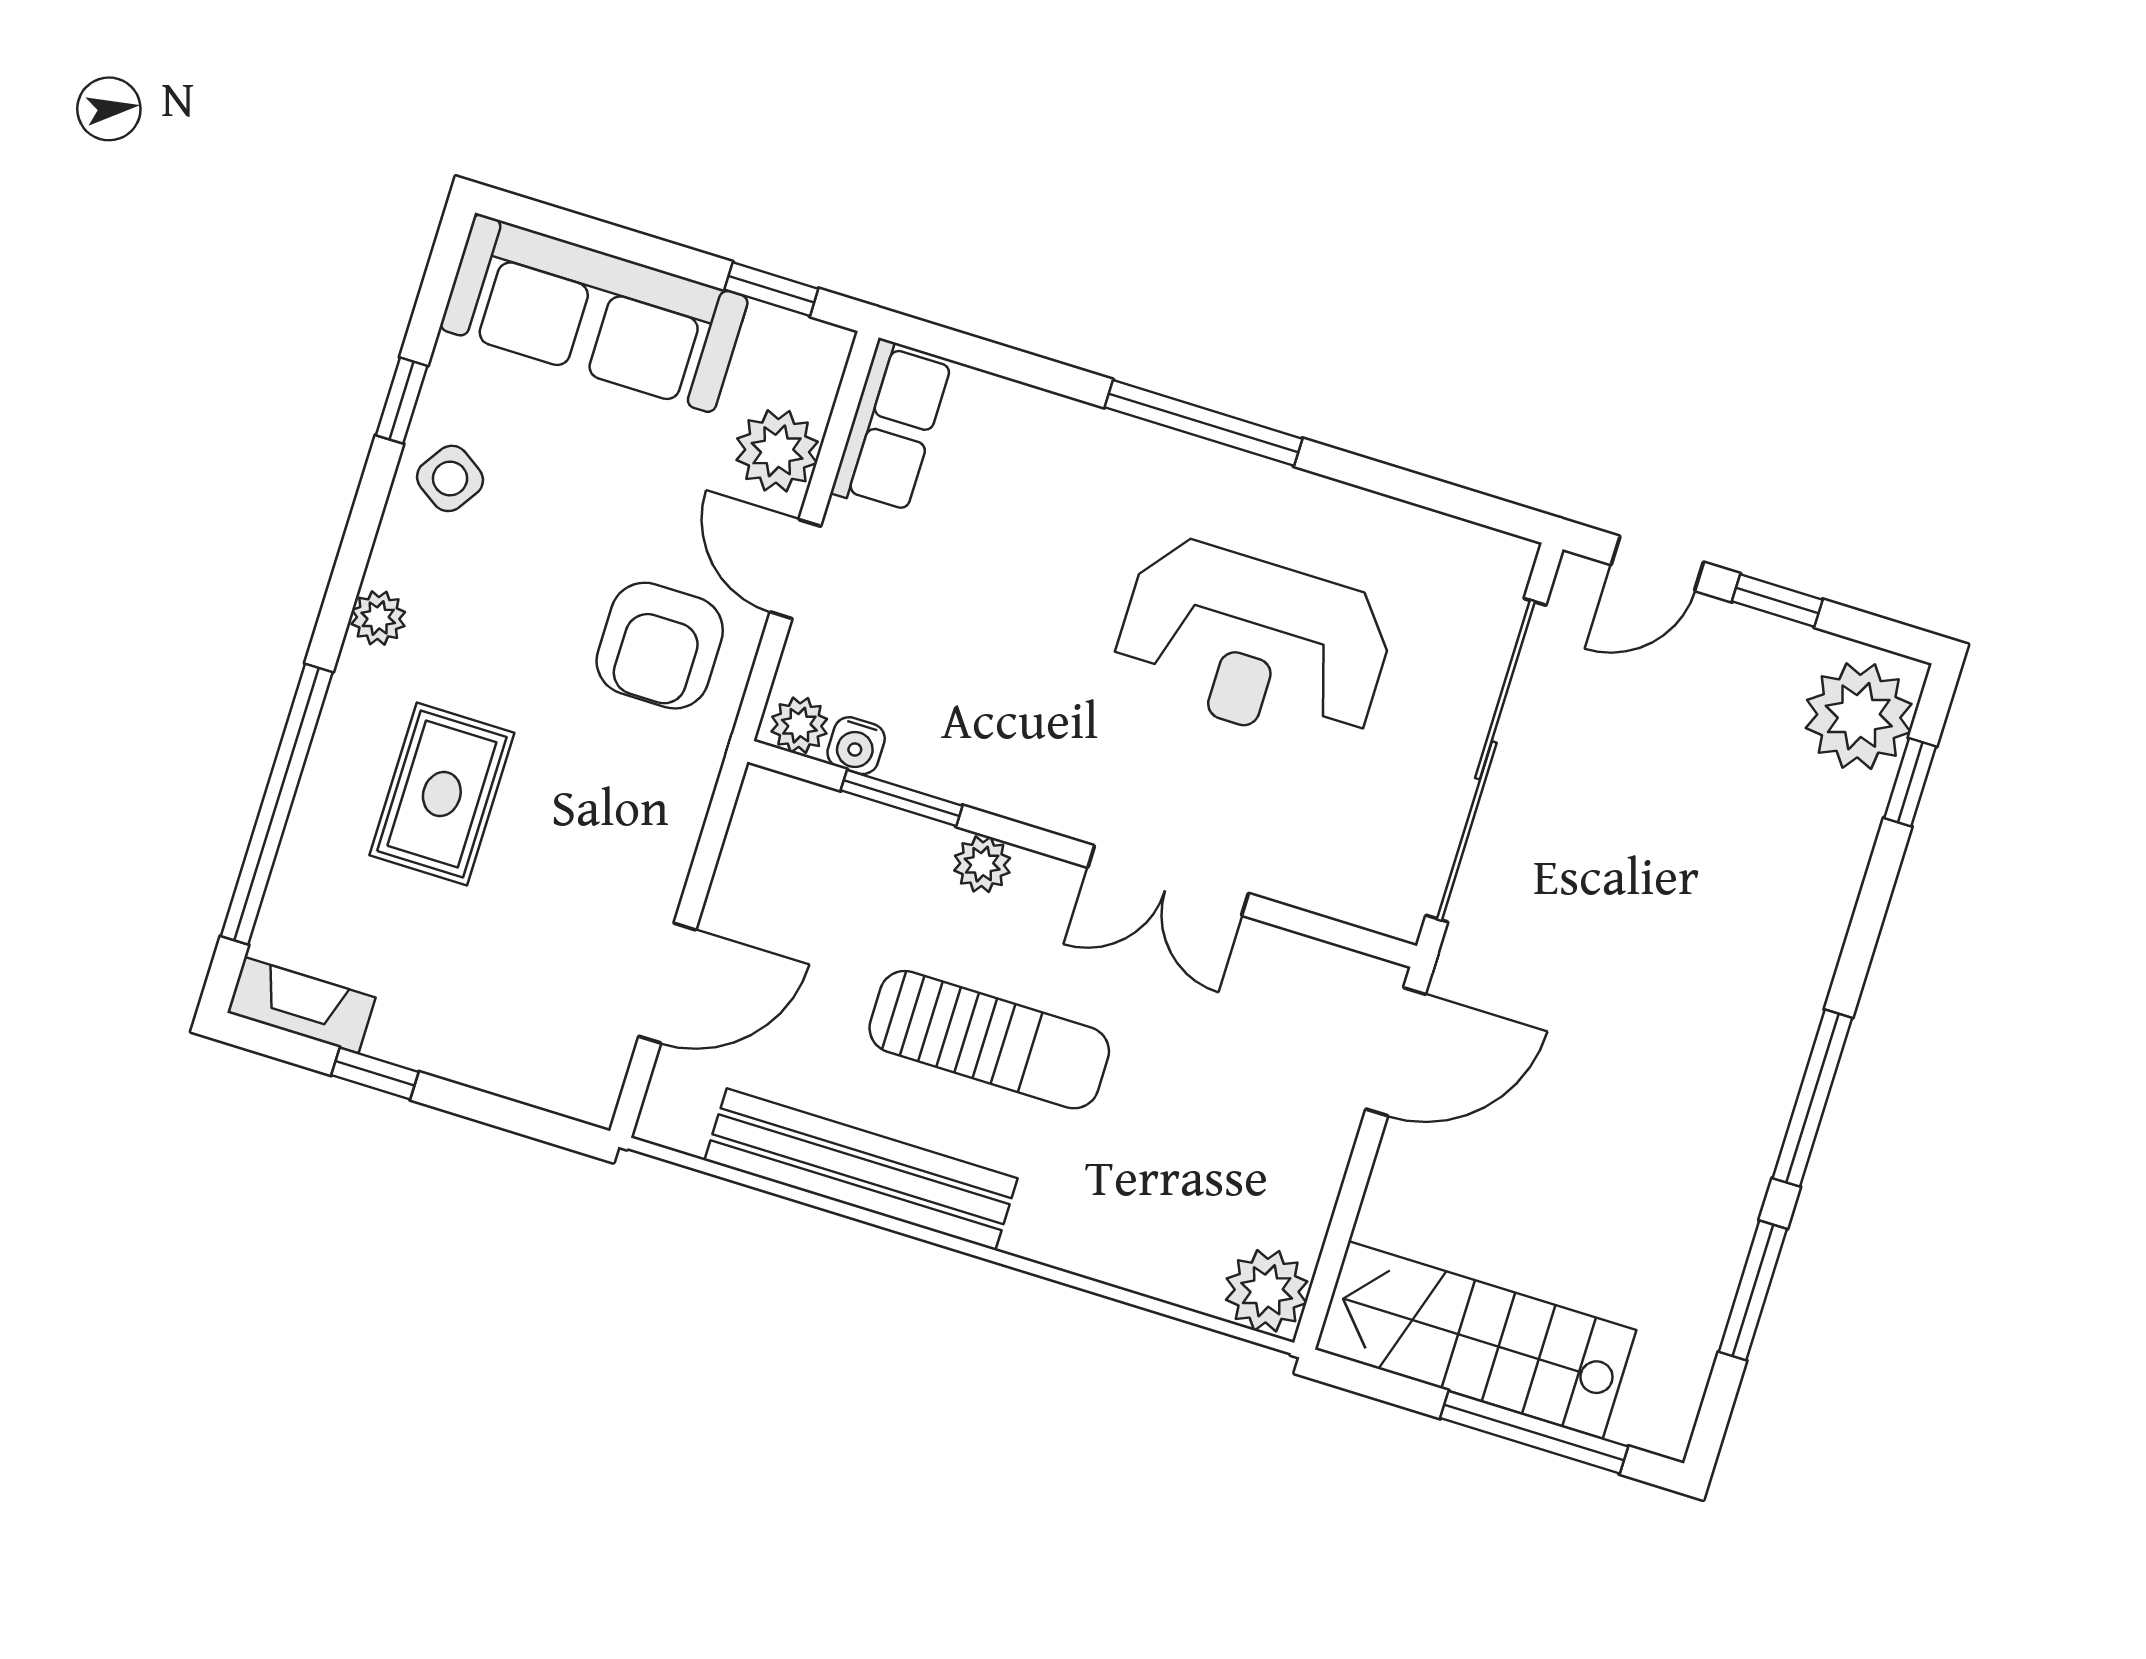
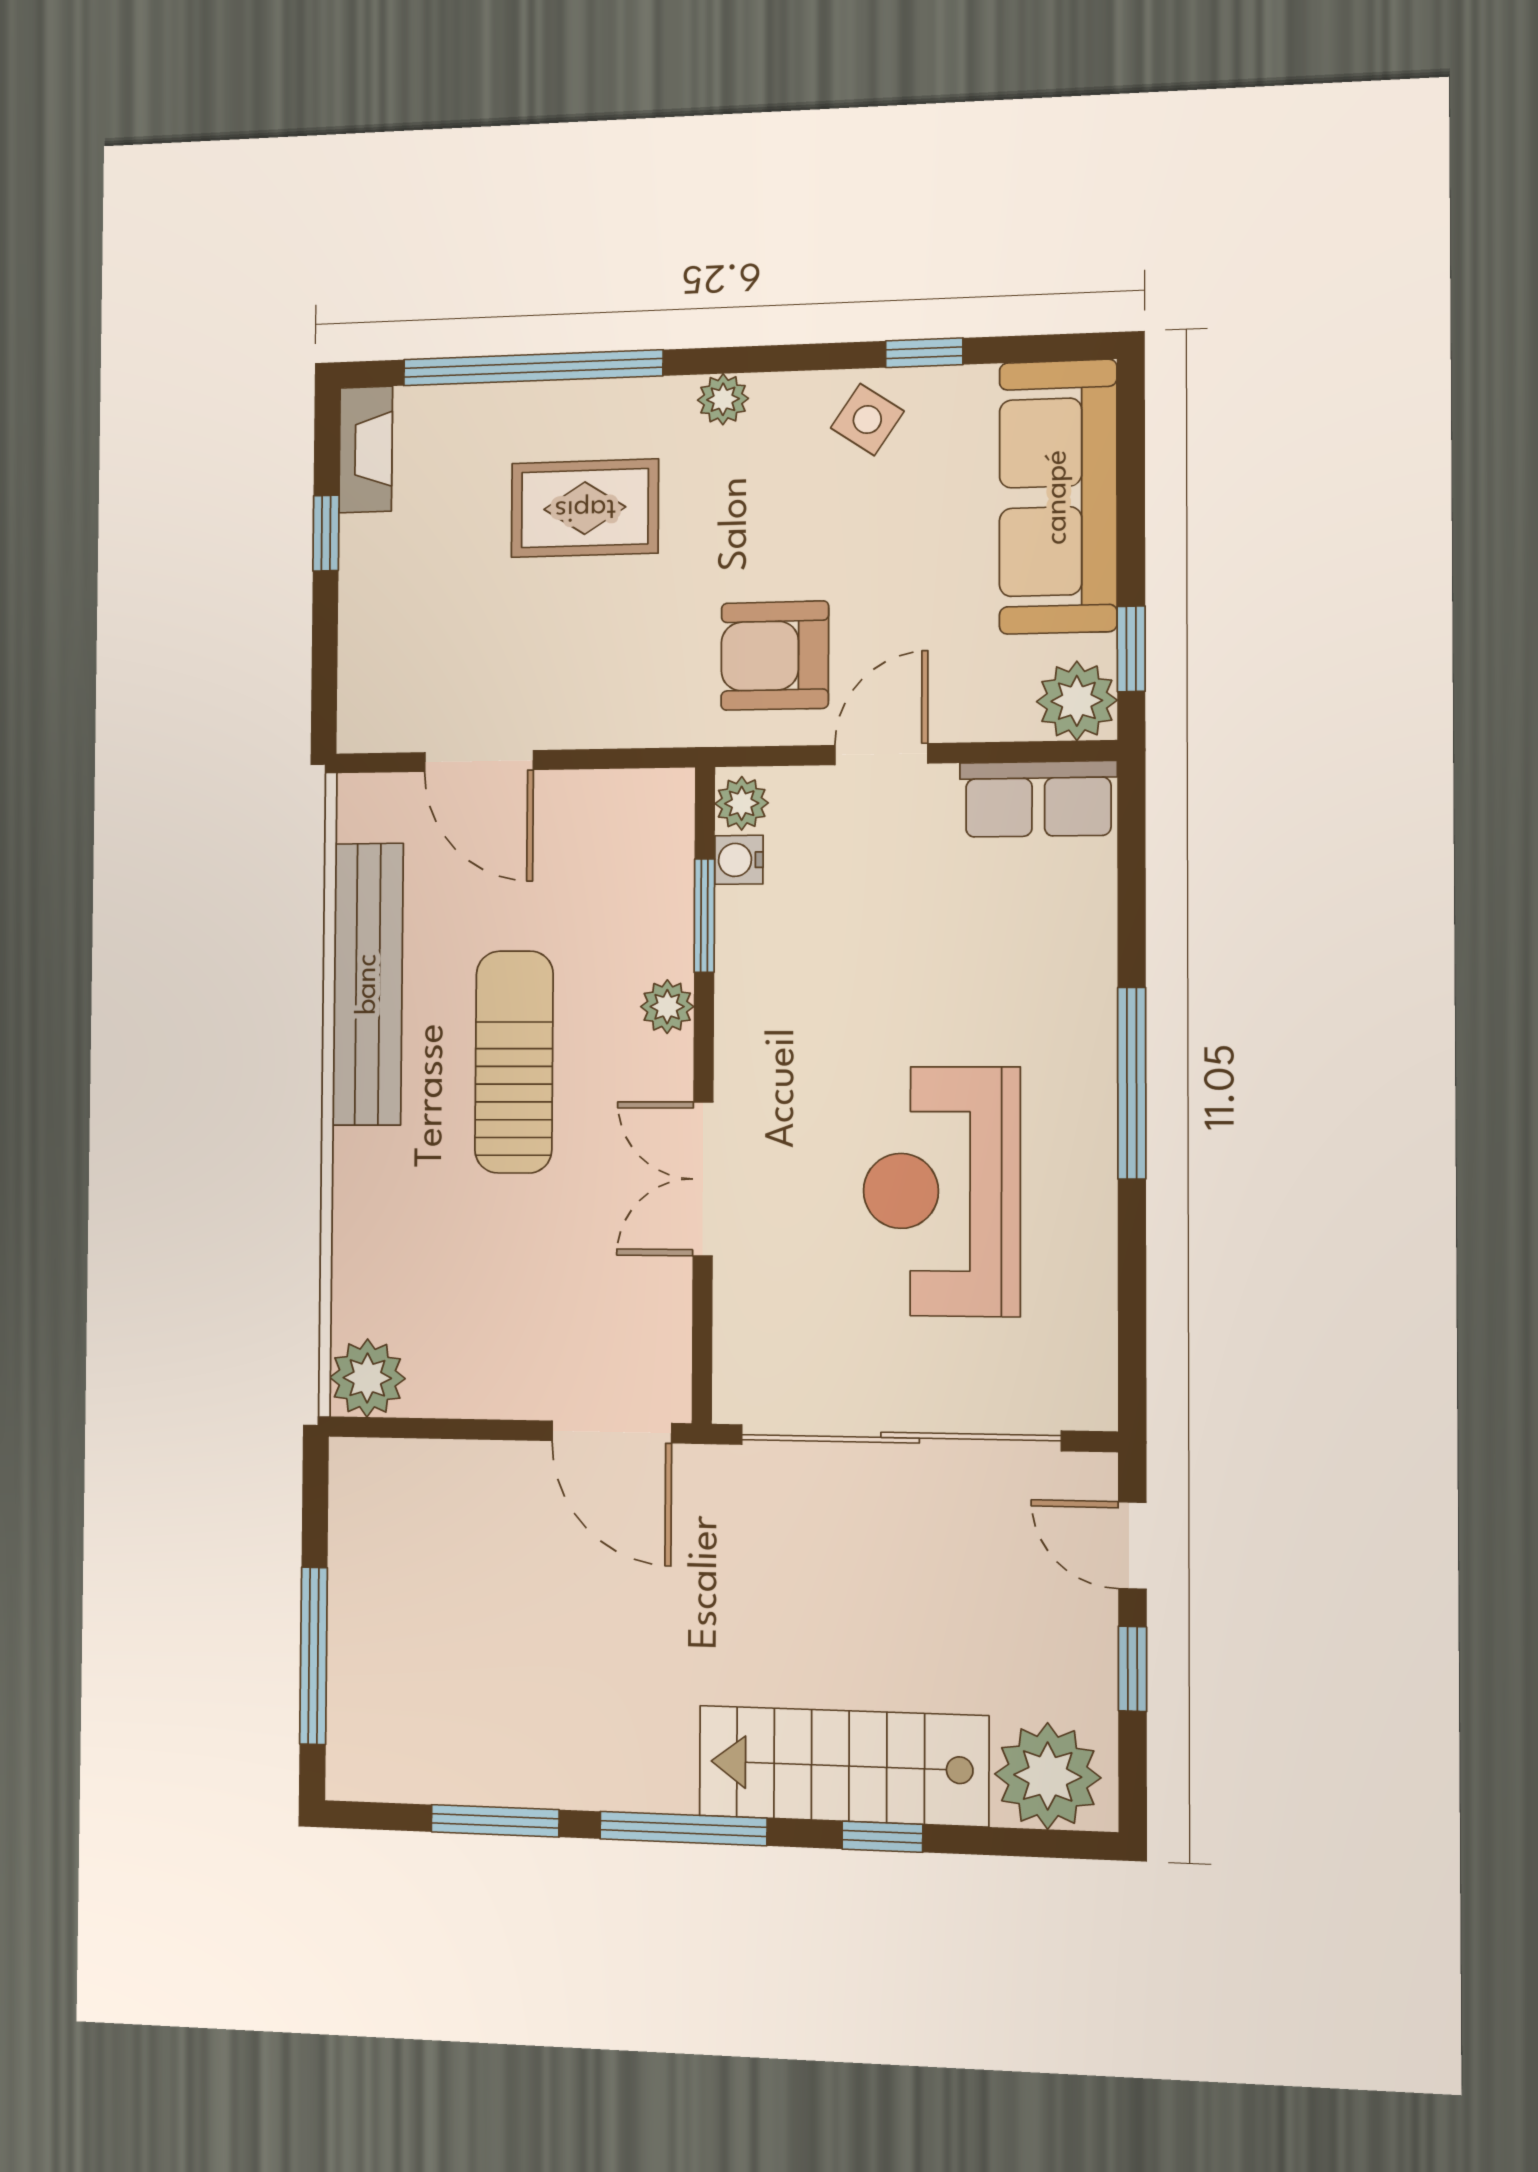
plant: (777, 451) -> (1077, 701), moved
window: (1910, 782) -> (882, 1837), moved
sun lounger: (989, 1040) -> (514, 1062), turned 180
stairs: (1476, 1340) -> (843, 1766), moved, turned -90

